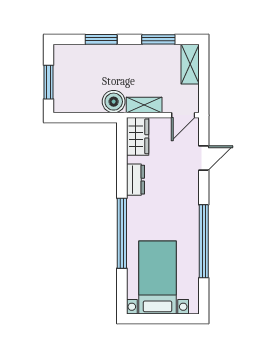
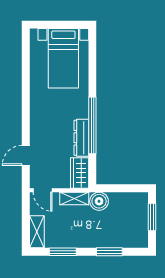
door: (183, 115) -> (43, 190), swing flipped
dresser: (135, 180) -> (81, 138), width x1.44
window: (122, 233) -> (92, 125), moved
window: (204, 241) -> (26, 88), removed

